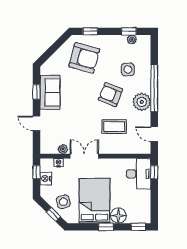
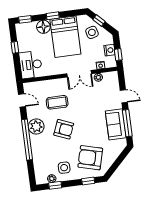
side table: (128, 69) -> (64, 168), moved
window: (36, 92) -> (127, 123), width x2.17
window: (154, 172) -> (15, 47), moved

